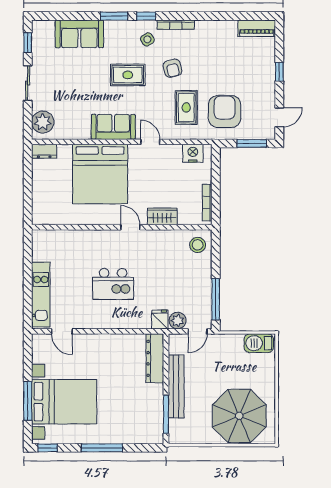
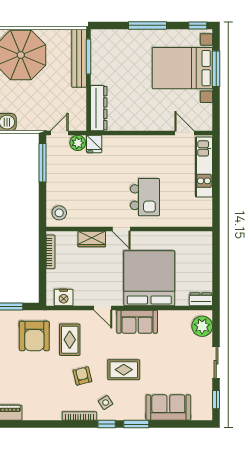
kitchen island: (113, 284) -> (145, 197), moved, turned 90
bench: (176, 386) -> (79, 58), moved

